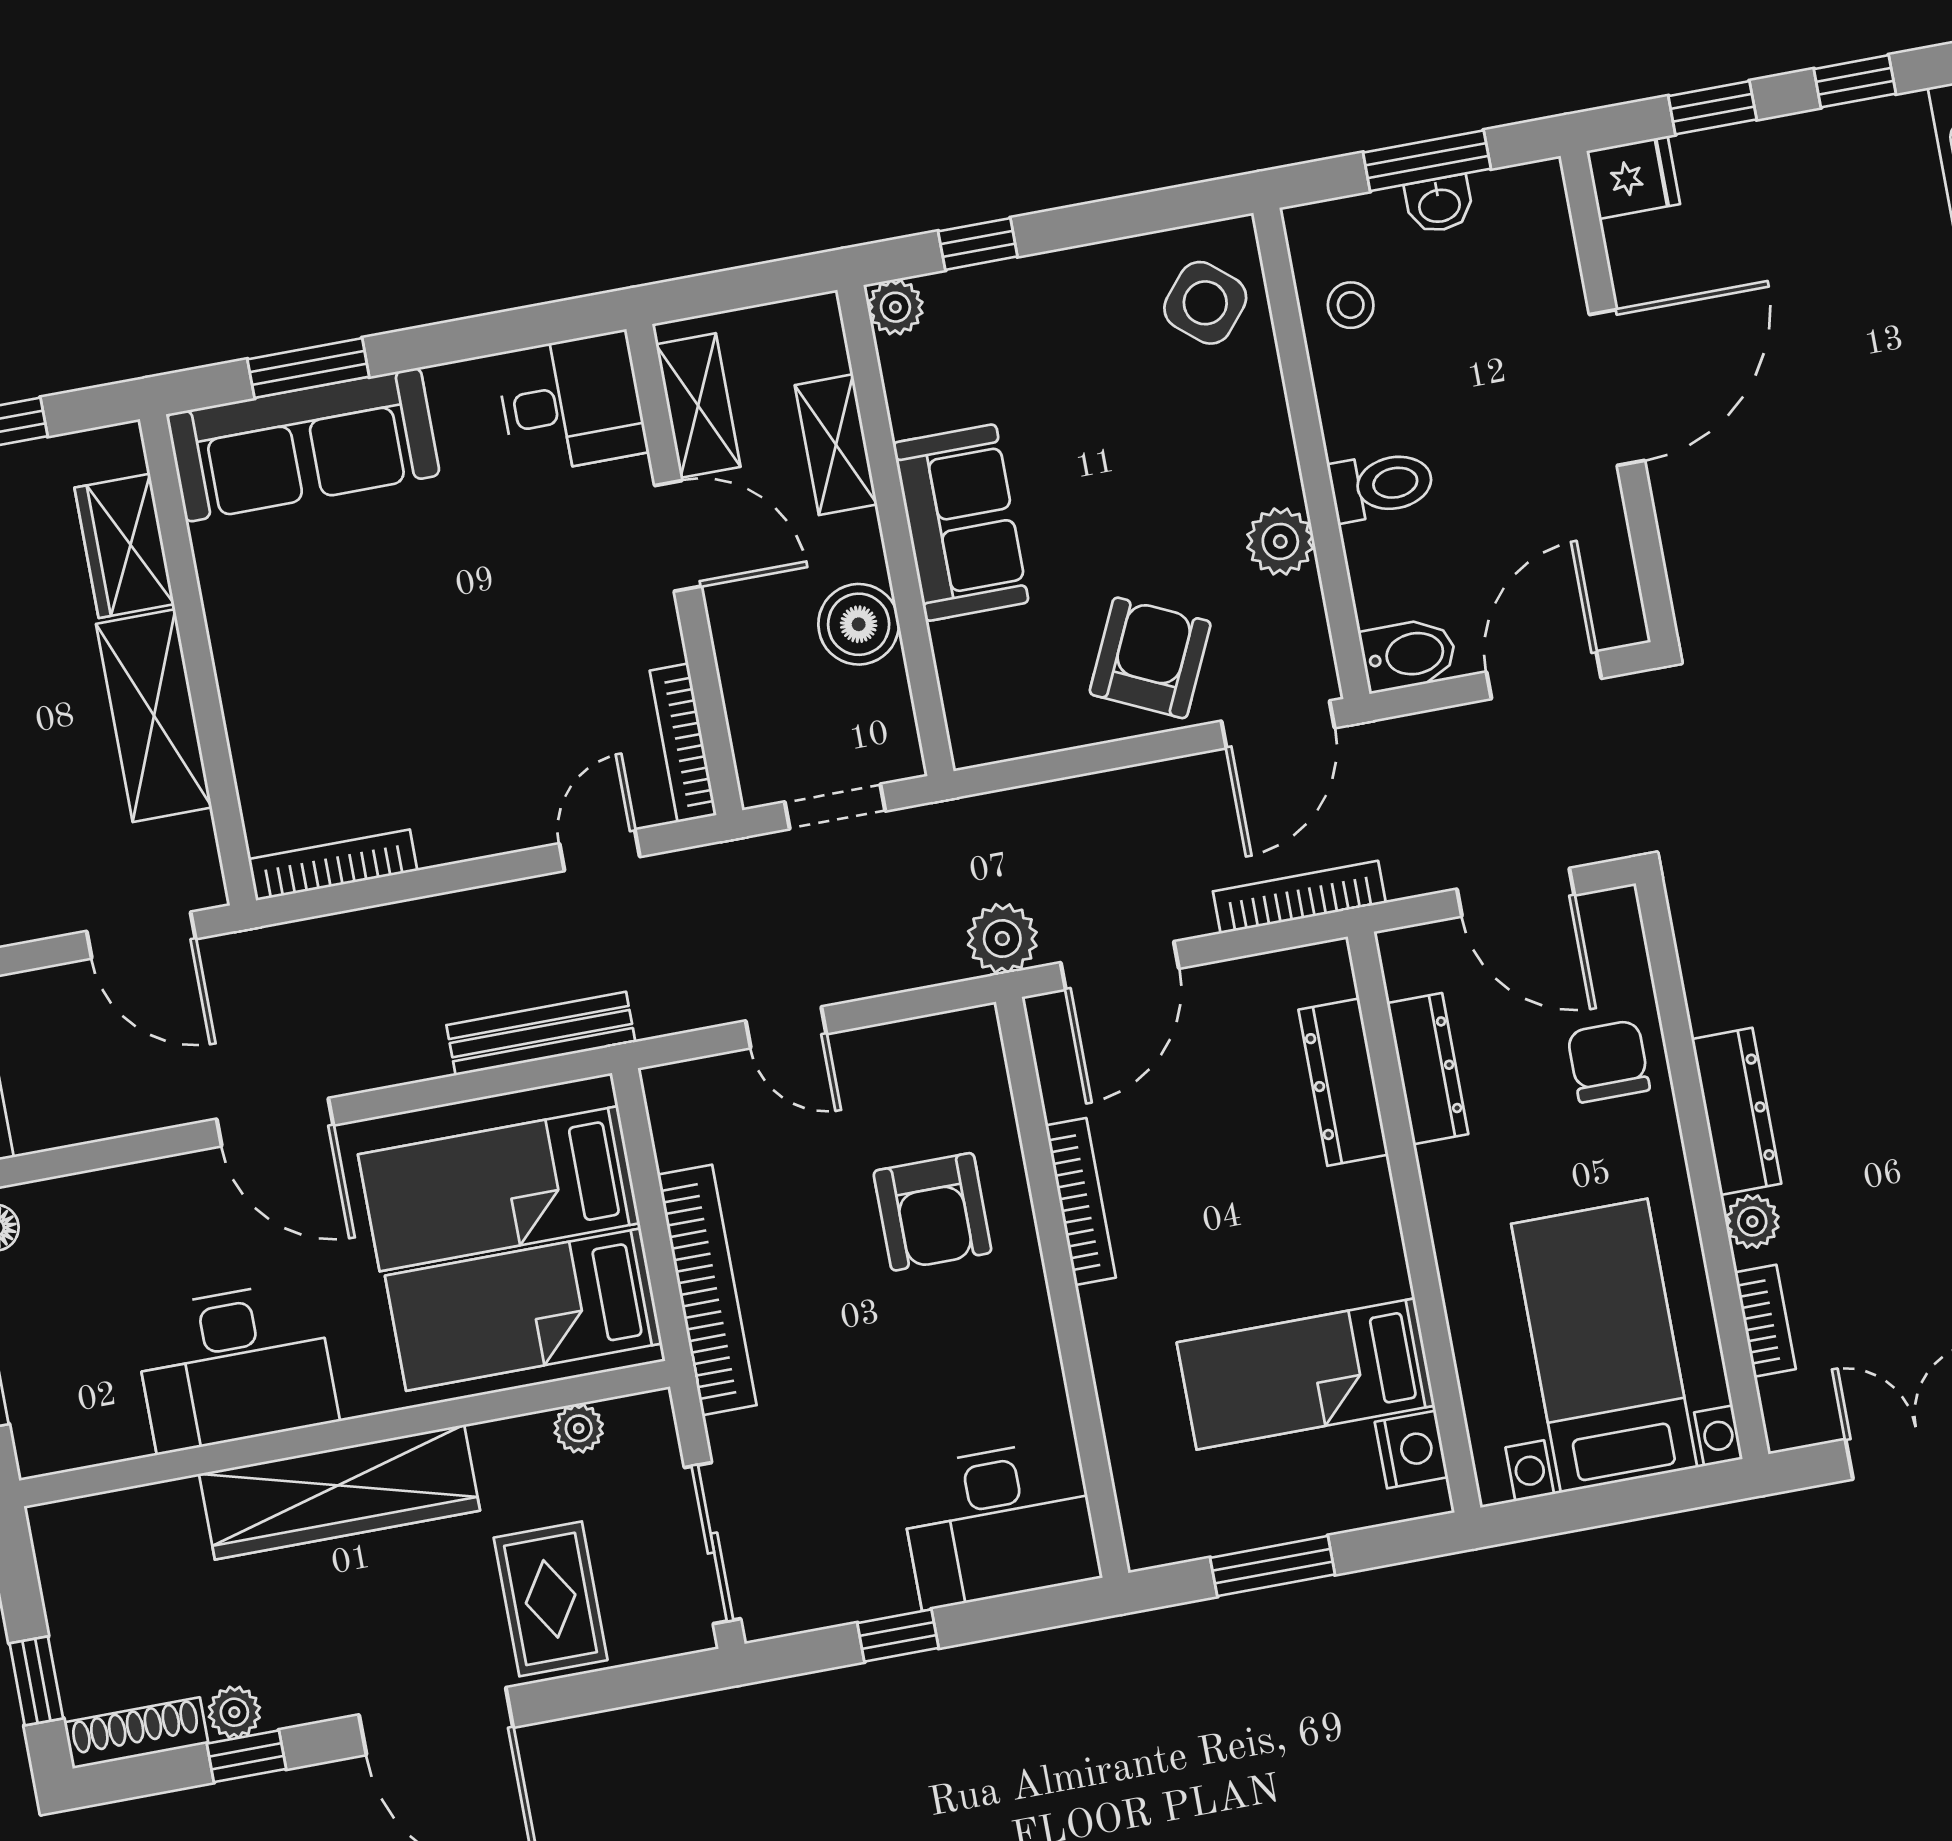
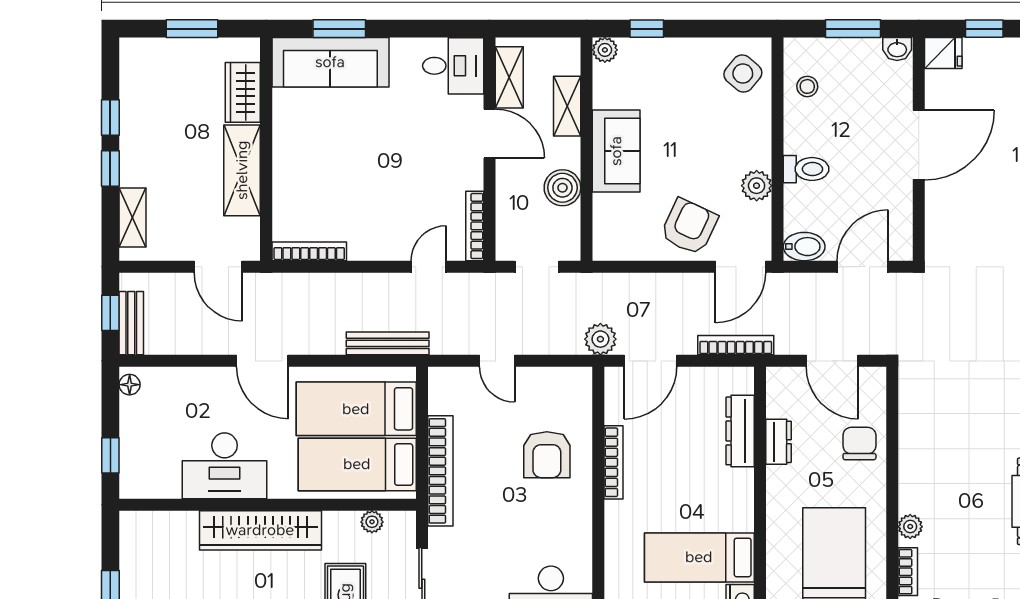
washbasin: (1439, 204) -> (897, 49), moved
dresser: (1428, 1069) -> (779, 442), width x0.70
dresser: (1736, 1111) -> (912, 476), removed

